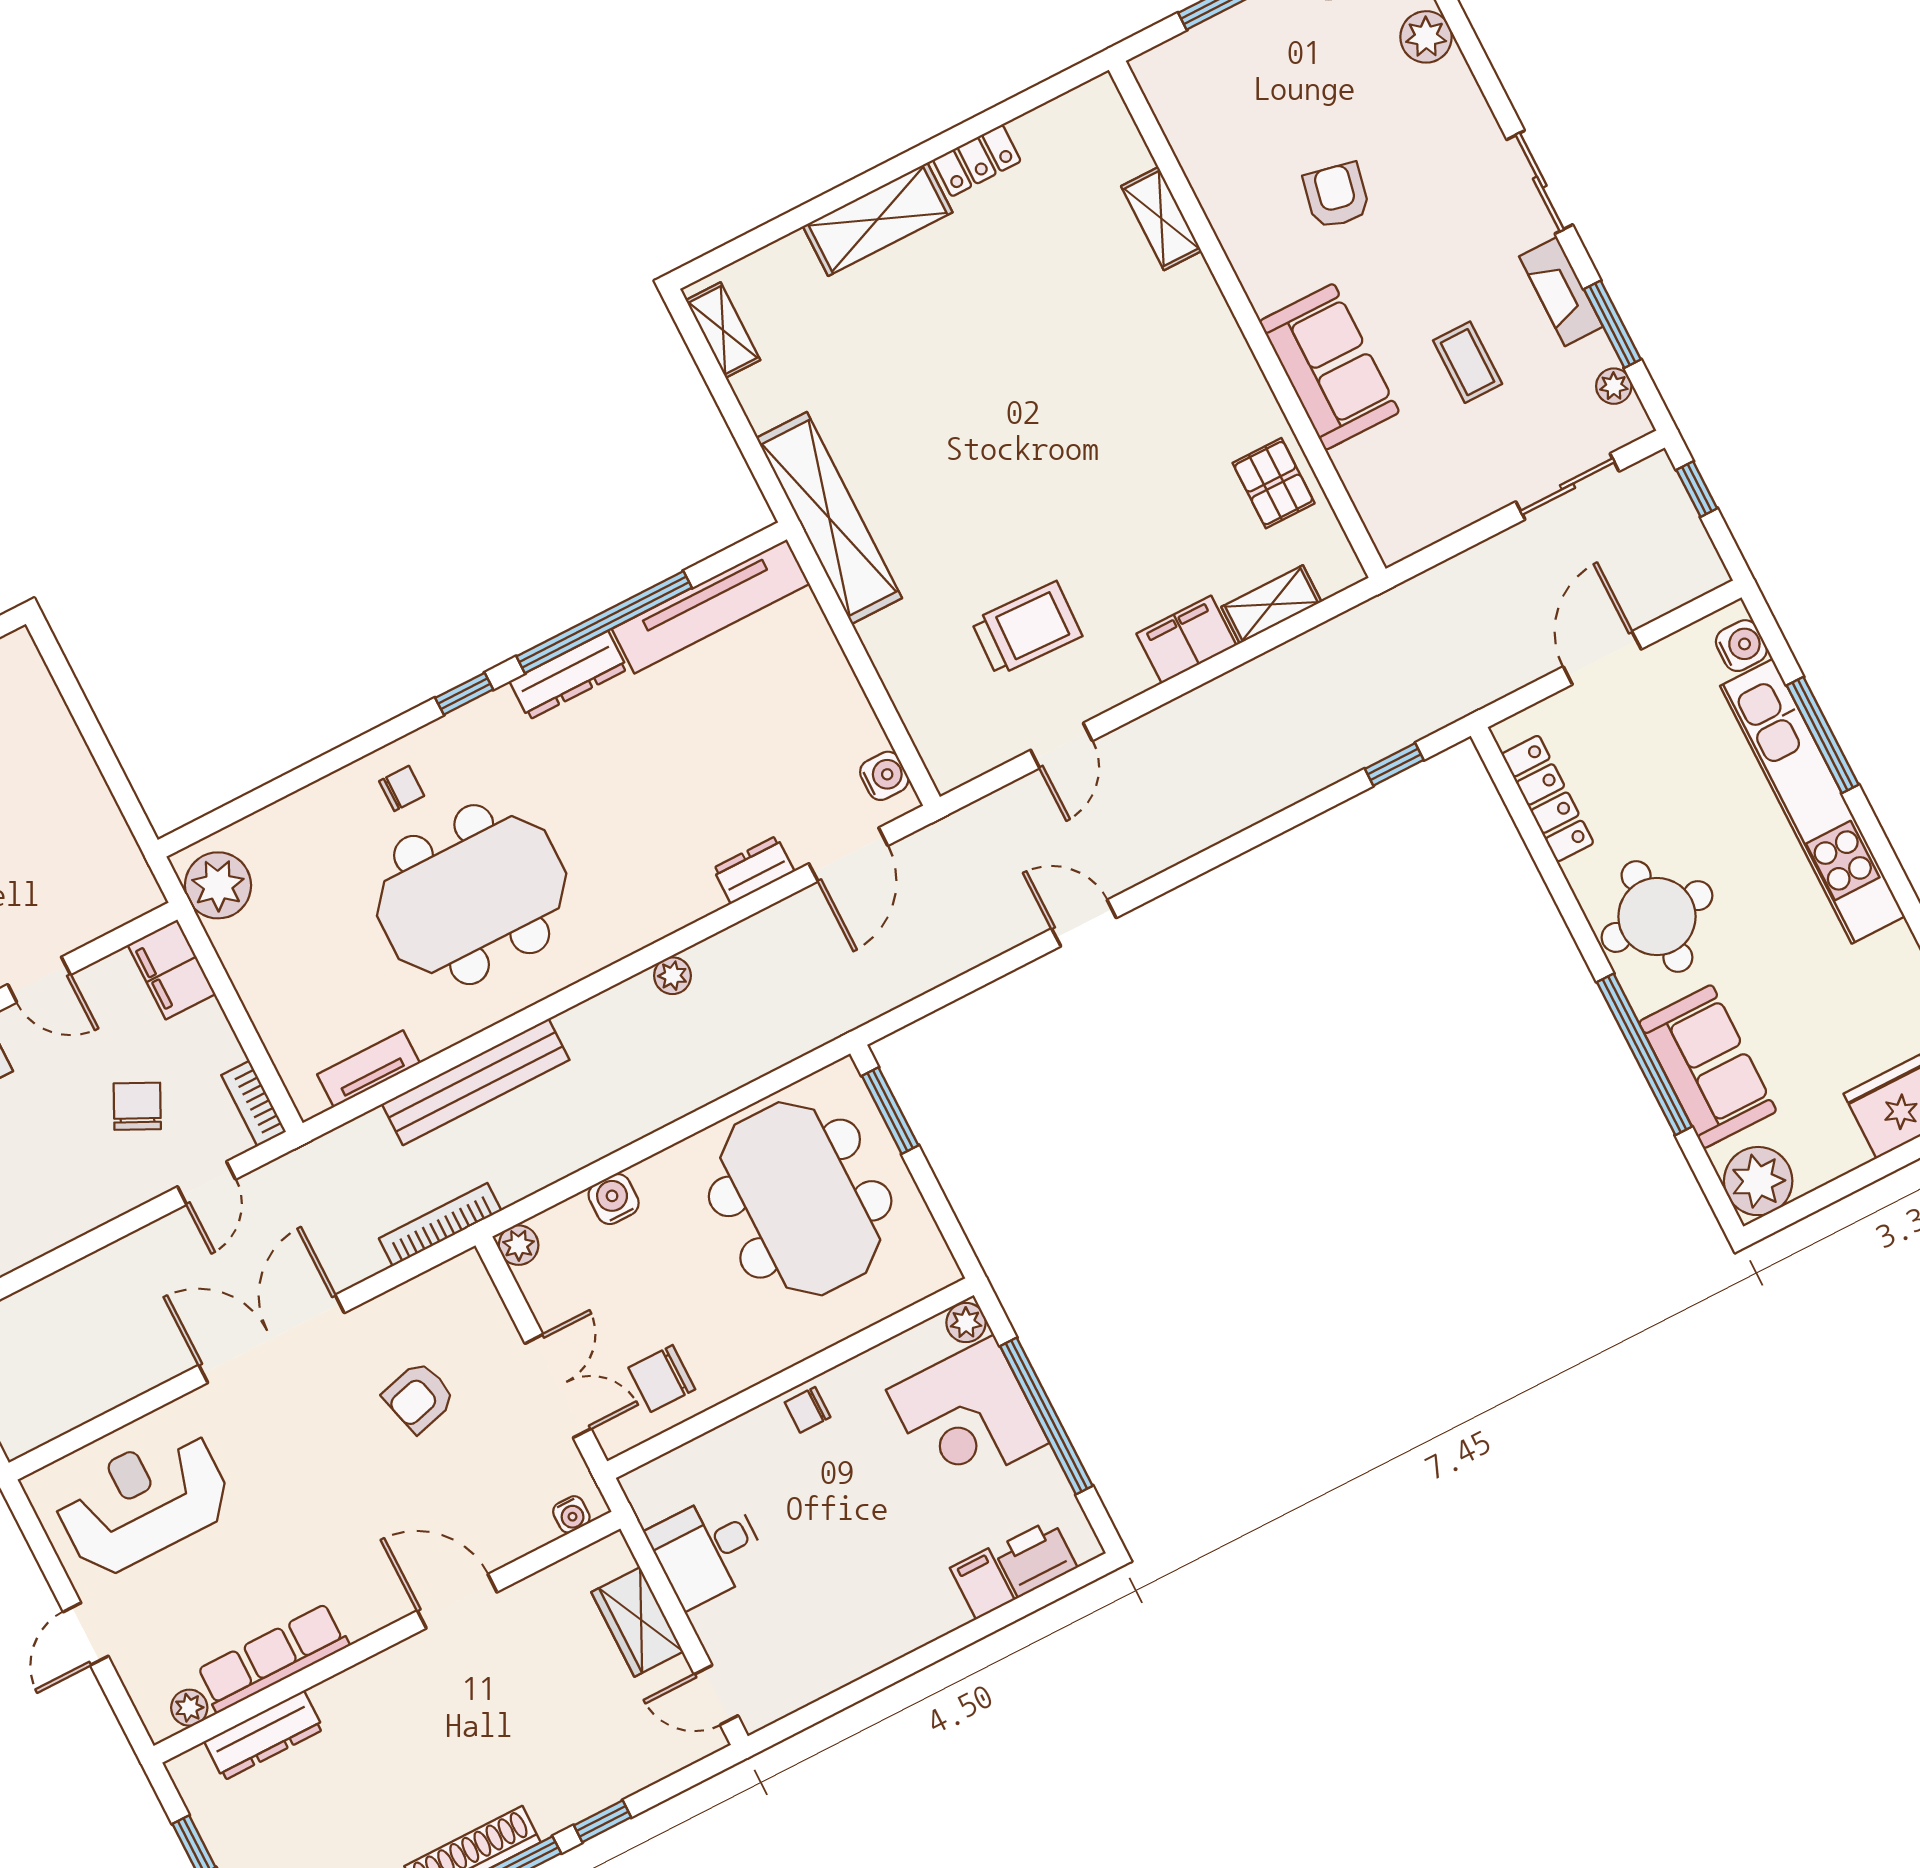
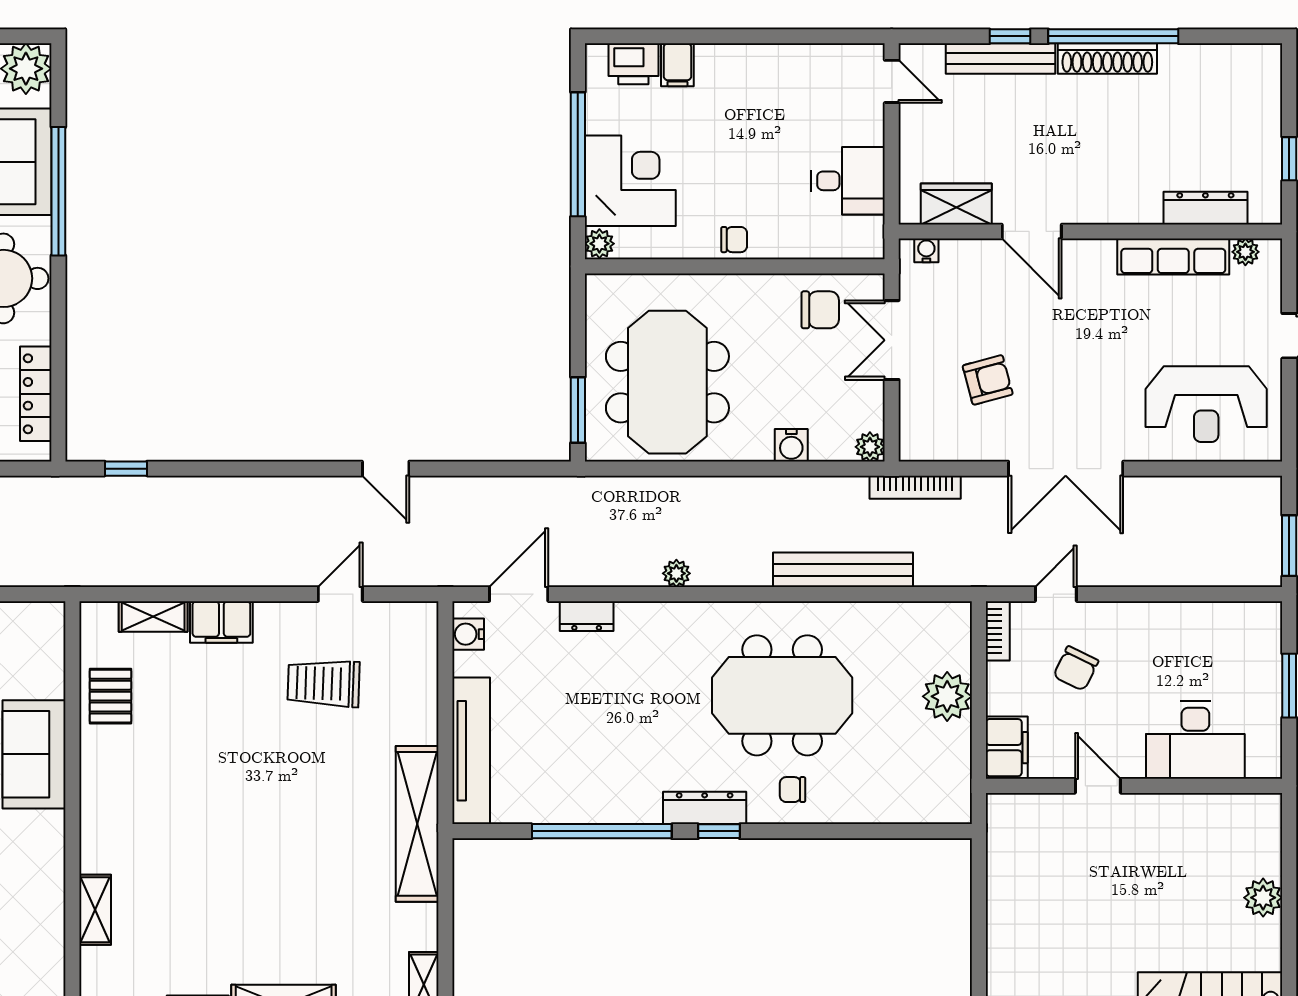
tv unit: (711, 606) -> (471, 751), moved, turned 90
dresser: (569, 675) -> (705, 808), moved
plant: (218, 885) -> (947, 696), moved
tv unit: (369, 1069) -> (910, 615), removed
wardrobe: (637, 1622) -> (956, 204), moved, turned -90
bench: (600, 1789) -> (1000, 58), added

